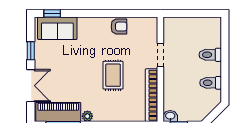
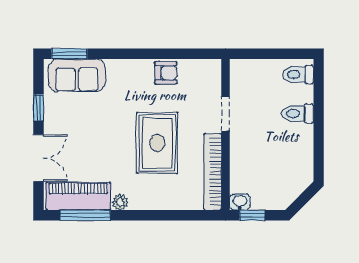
window: (52, 13) -> (69, 54), width x1.50
rug: (113, 75) -> (157, 143), width x1.36, depth x1.43
toilet: (211, 83) -> (298, 75), moved

